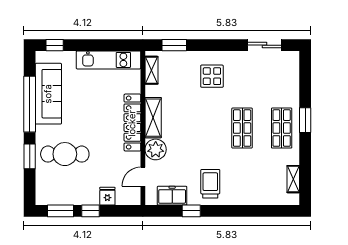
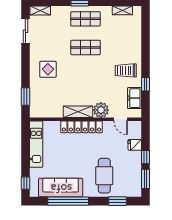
shelving: (151, 70) -> (40, 11), moved
window: (30, 156) -> (118, 201), moved

